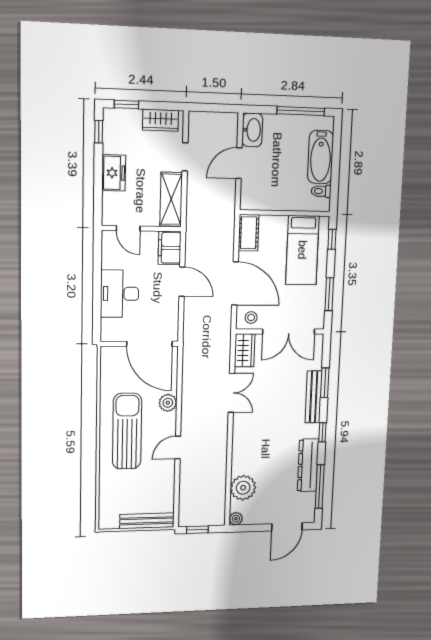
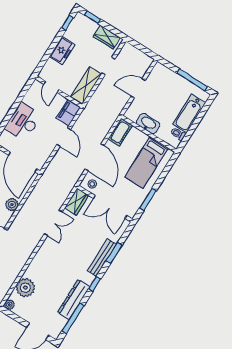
washbasin: (252, 130) -> (148, 123), moved, turned -90
window: (332, 239) -> (168, 167), removed

